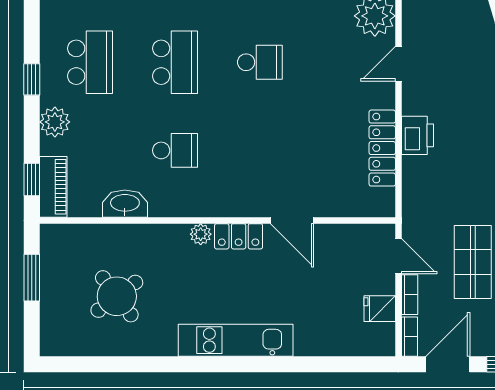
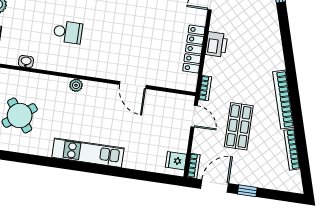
washbasin: (125, 204) -> (26, 62), width x0.52, depth x0.69
locker: (239, 236) -> (99, 90), removed
bookcase: (410, 295) -> (205, 88), moved
fridge: (380, 309) -> (176, 161), moved

